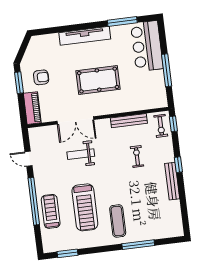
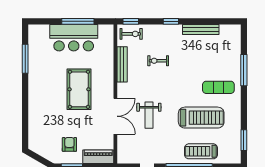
tv unit: (85, 36) -> (34, 97), removed
bar counter: (147, 46) -> (74, 38), moved
bench: (172, 181) -> (201, 30), moved

